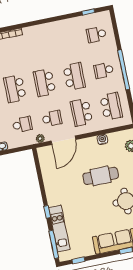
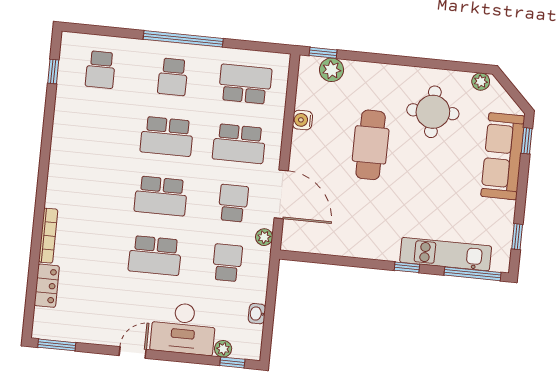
school desk: (74, 76) -> (167, 136), turned 180

